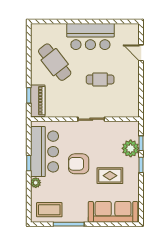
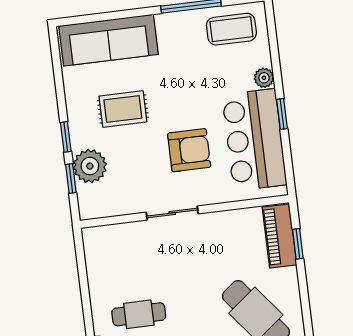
cafe table: (100, 80) -> (139, 314), moved
armchair: (79, 164) -> (189, 150), moved

